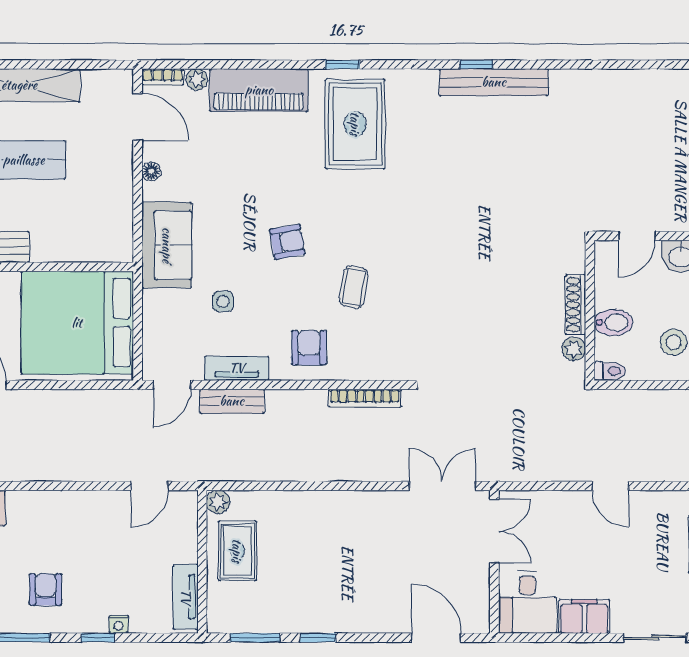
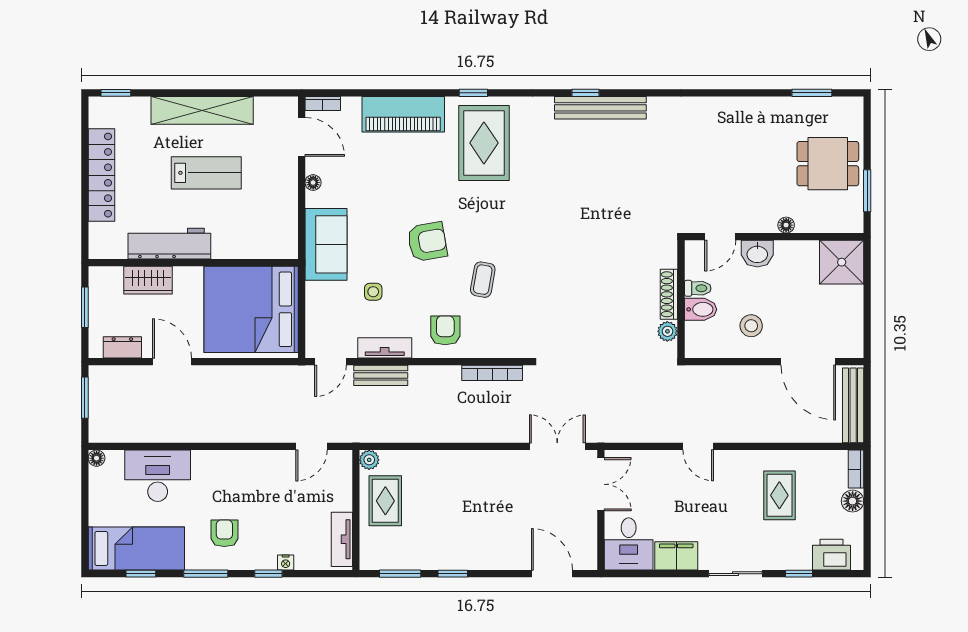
plant: (197, 79) -> (351, 105), removed
armchair: (287, 242) -> (427, 242), width x1.38, depth x1.38
toilet: (610, 371) -> (698, 288), moved

